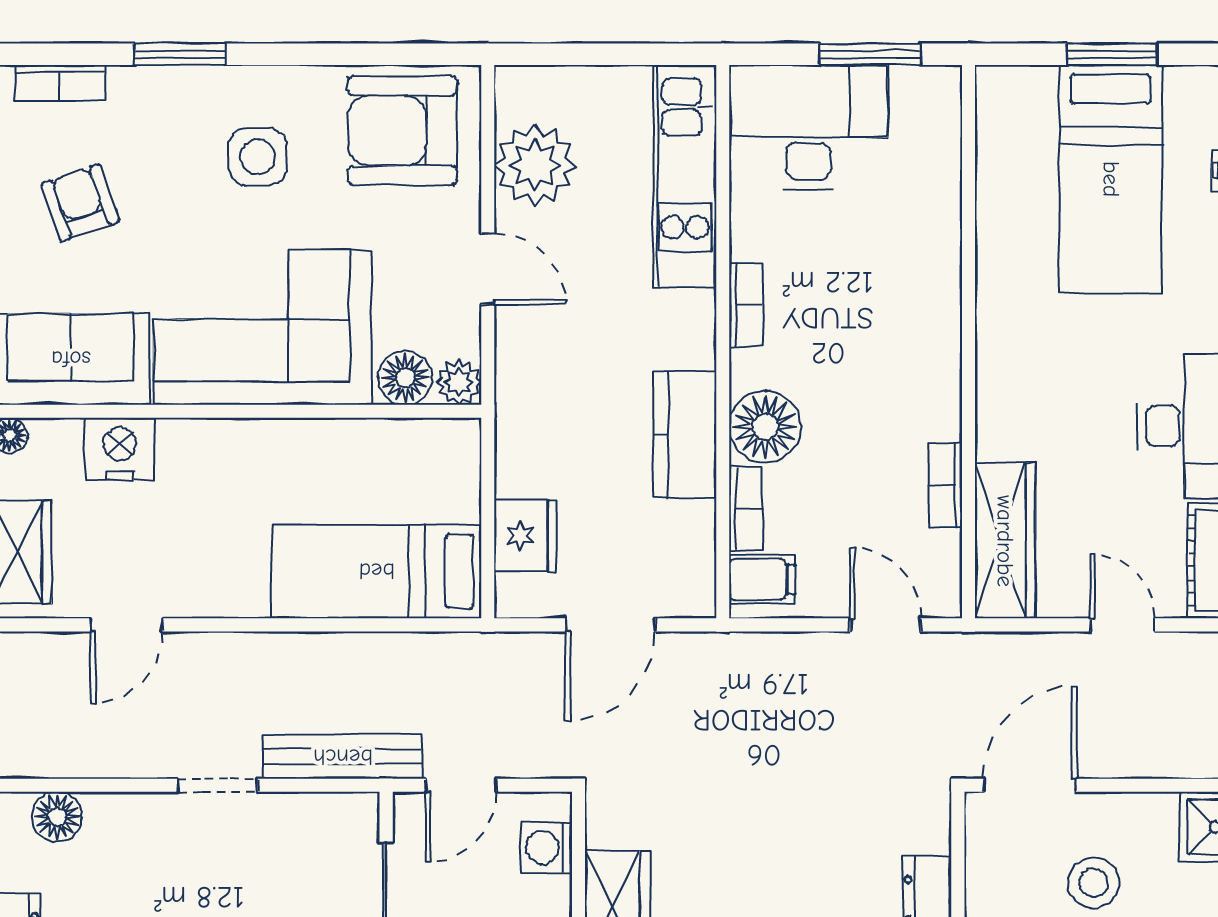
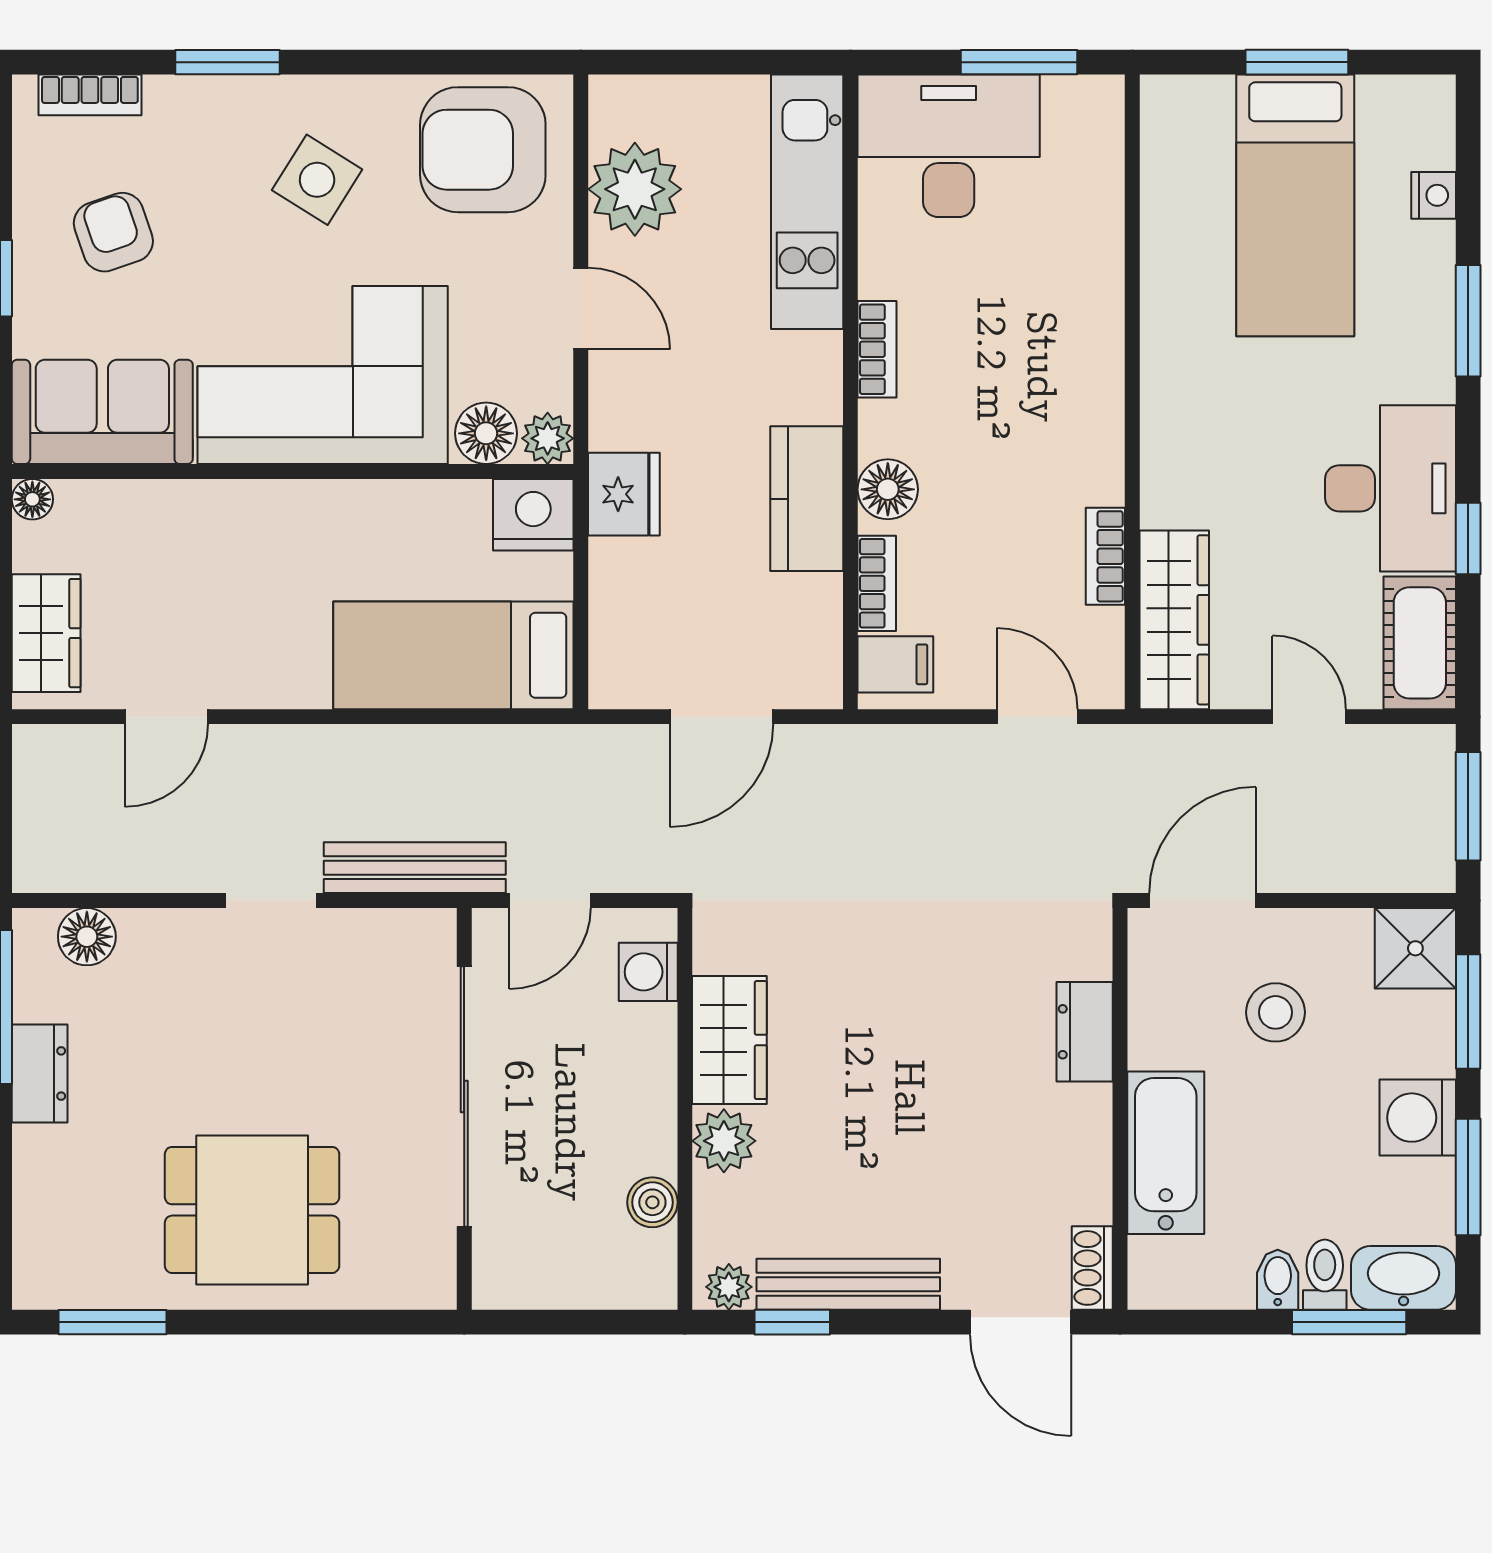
side table: (258, 157) -> (317, 180), turned 32
floor lamp: (765, 427) -> (888, 489), width x0.73, depth x0.73
nightstand: (120, 449) -> (533, 515), moved
fridge: (525, 536) -> (624, 494), moved

